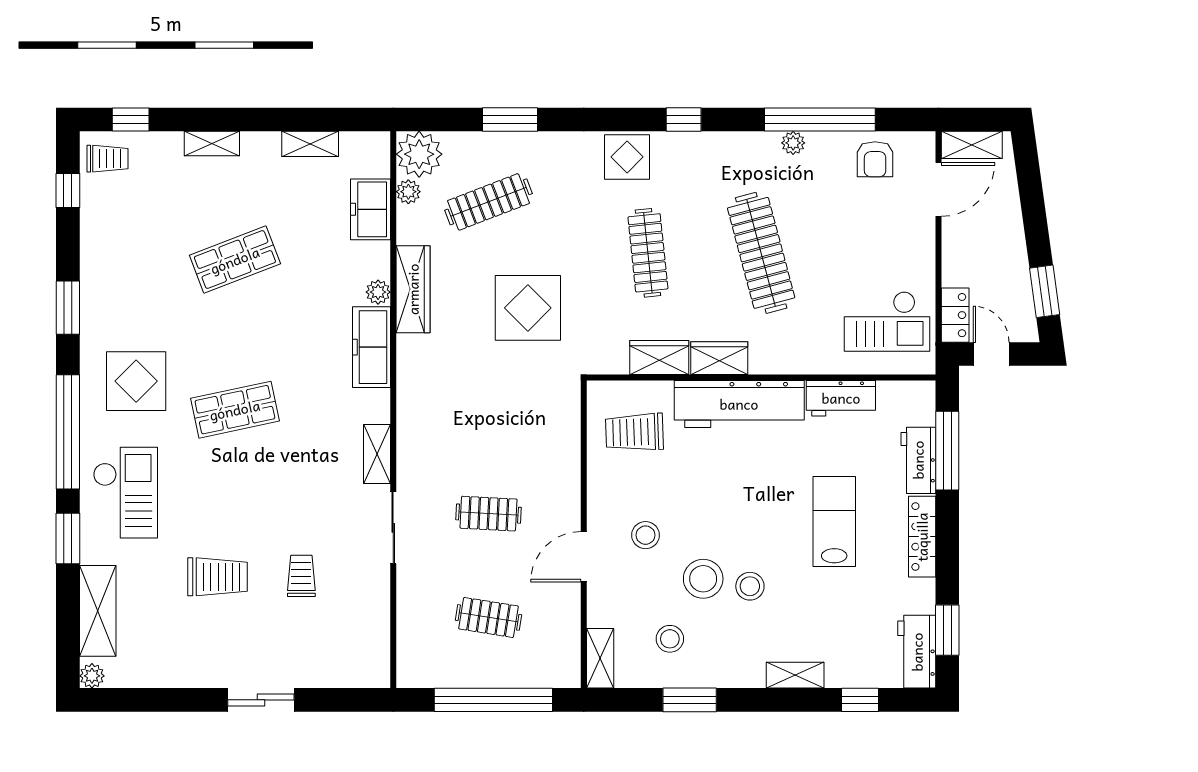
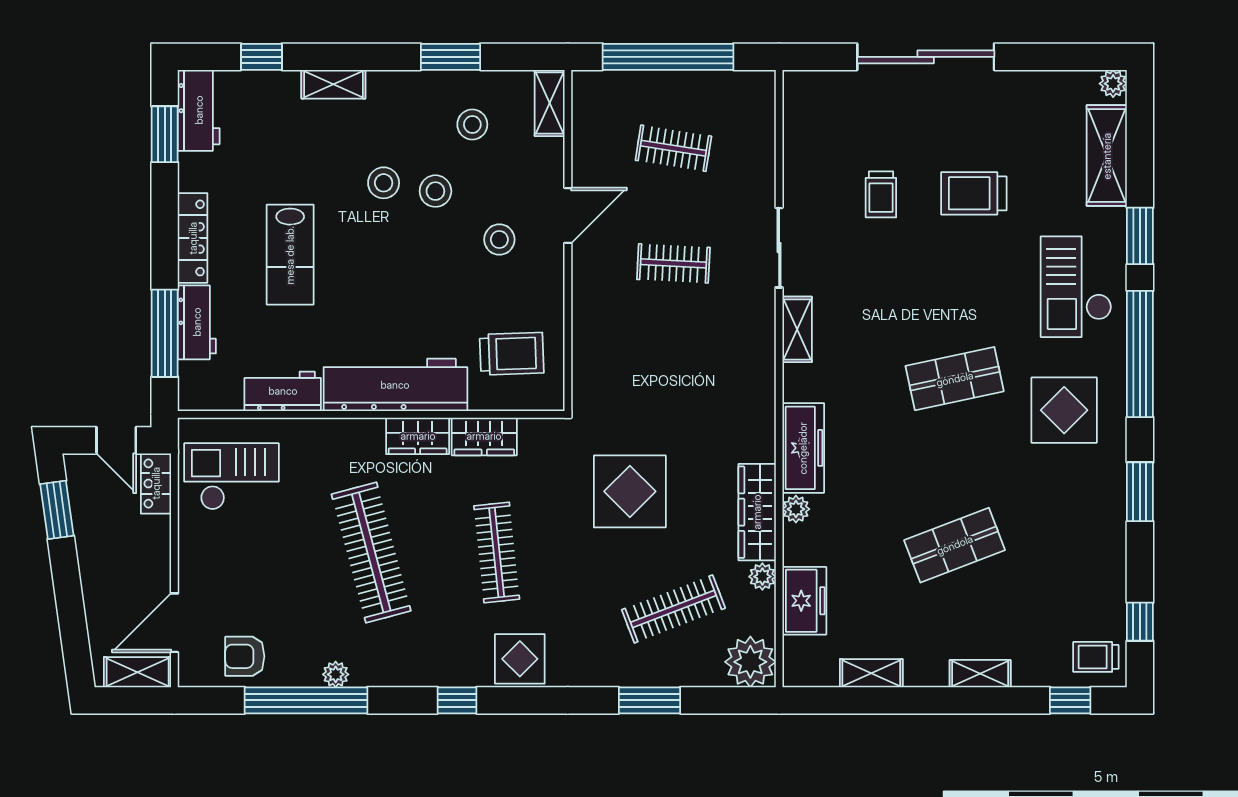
armchair: (875, 159) -> (245, 656), turned -90
plant: (408, 192) -> (762, 577), moved
stool: (703, 579) -> (435, 191), width x0.73, depth x0.73
sliding door: (261, 700) -> (926, 57), width x1.86

